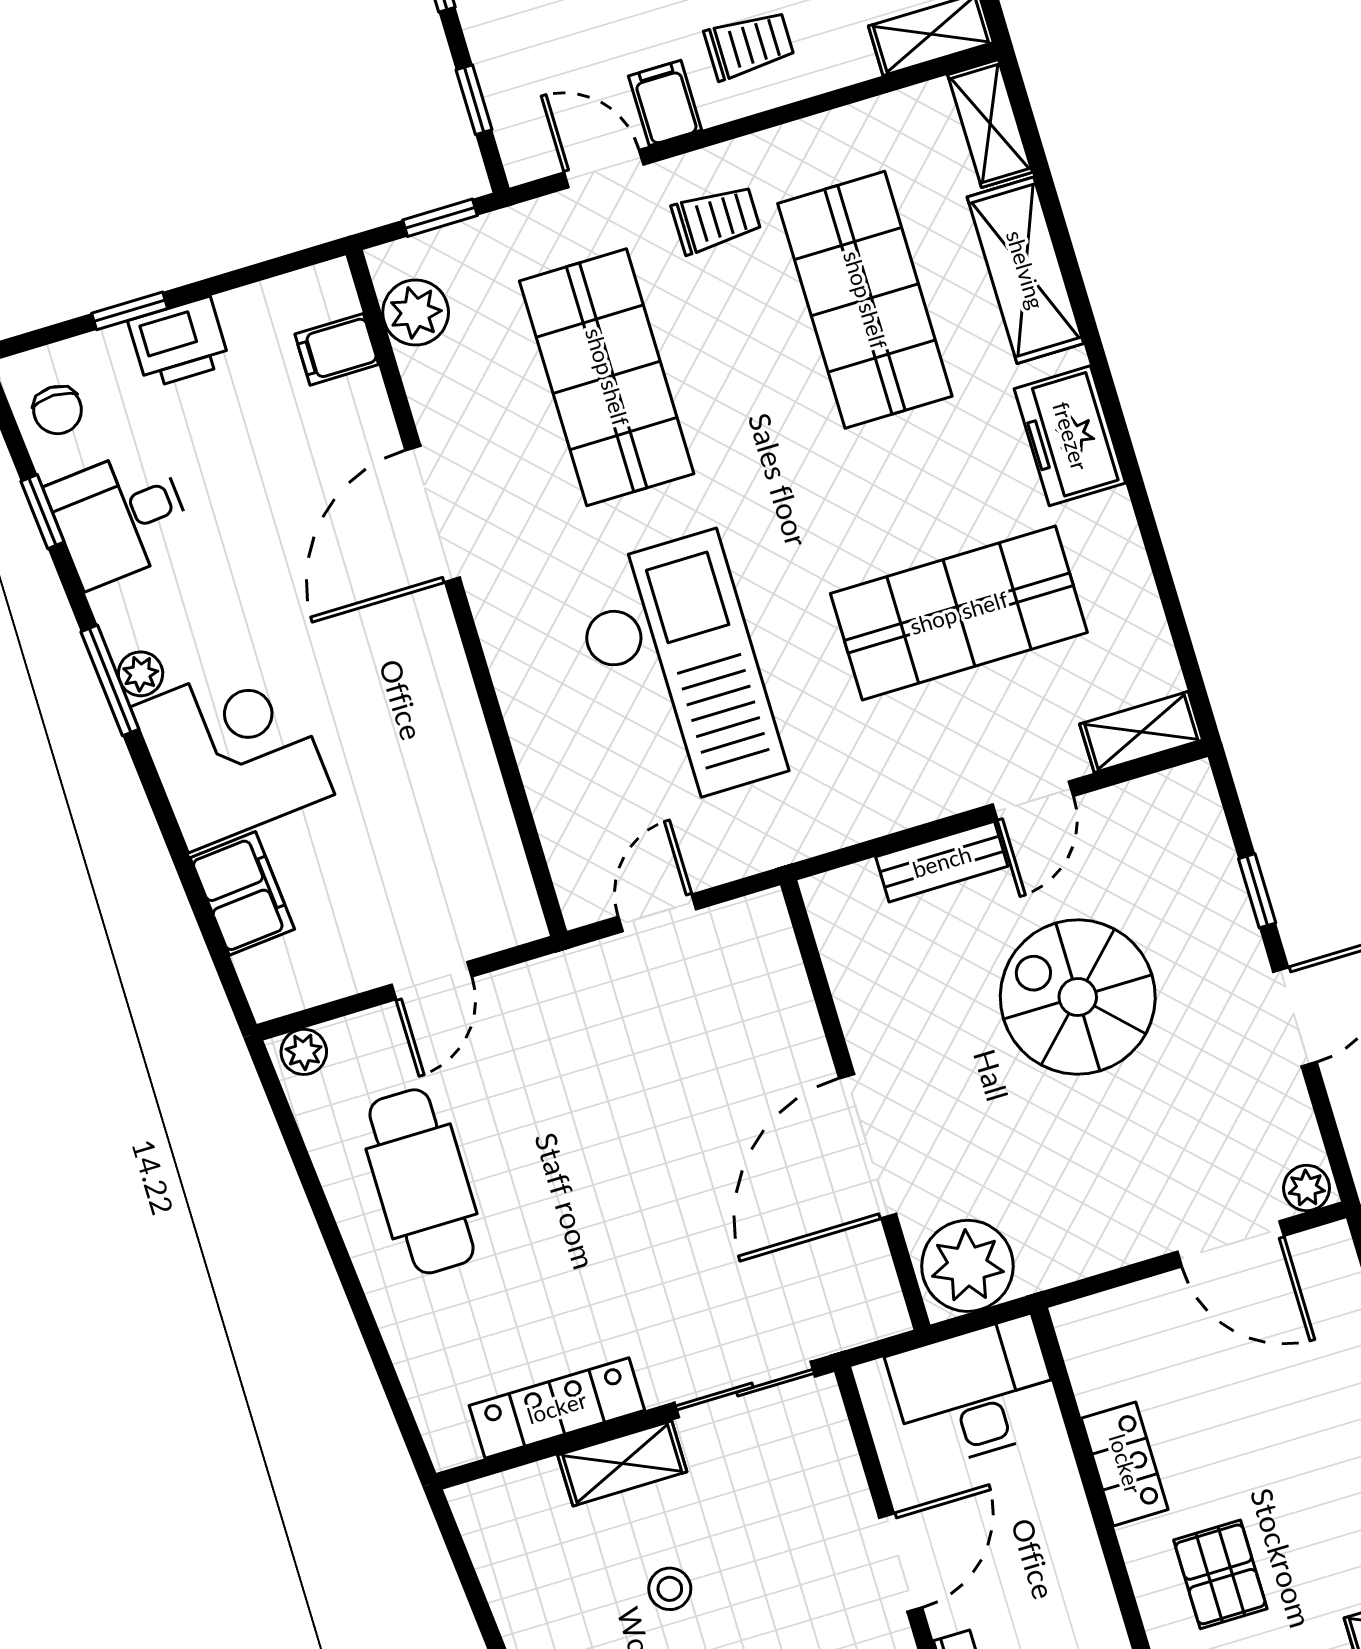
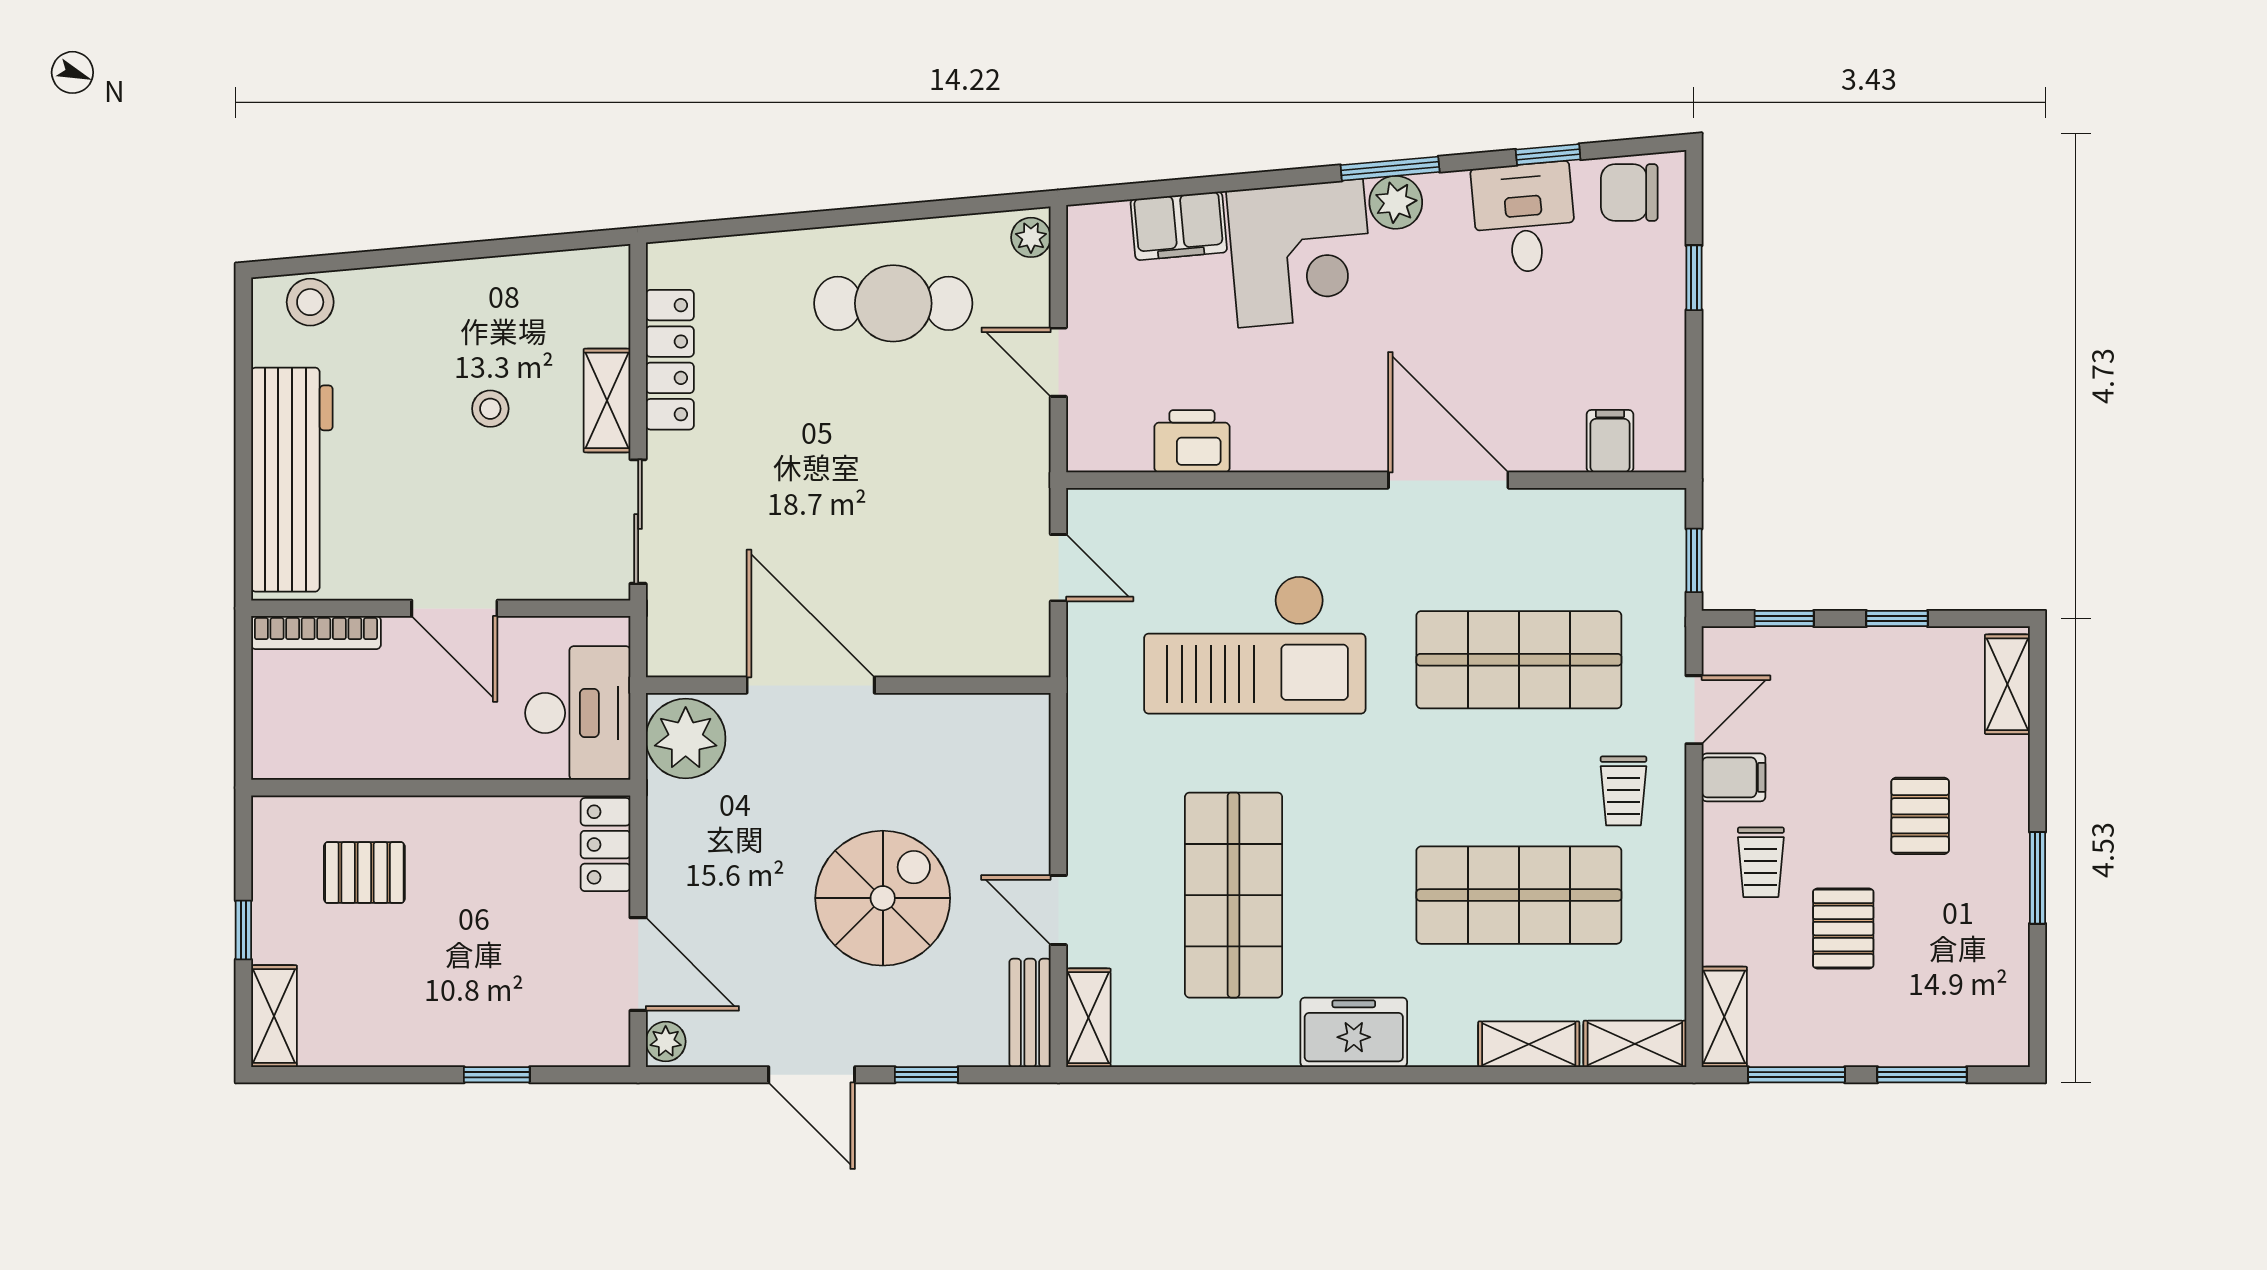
shelving: (1025, 270) -> (1529, 1044), width x0.67, depth x0.75
plant: (416, 312) -> (1621, 516), removed
printer: (179, 342) -> (1192, 441), moved, turned 90
chair: (58, 410) -> (1629, 193), width x1.37, depth x1.37
plant: (141, 674) -> (1396, 202), width x1.38, depth x1.38
bench: (942, 862) -> (1030, 1013), moved
door: (1231, 1244) -> (638, 964), swing flipped
locker: (1125, 1464) -> (606, 845), moved, turned 90

